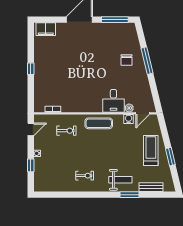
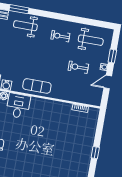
door: (31, 129) -> (108, 82), moved
exercise bike: (66, 131) -> (78, 67), moved
weight bench: (55, 177) -> (91, 40), added

